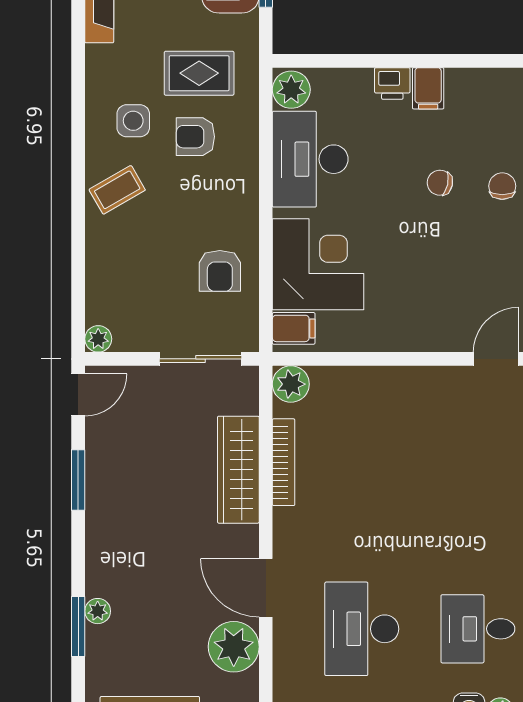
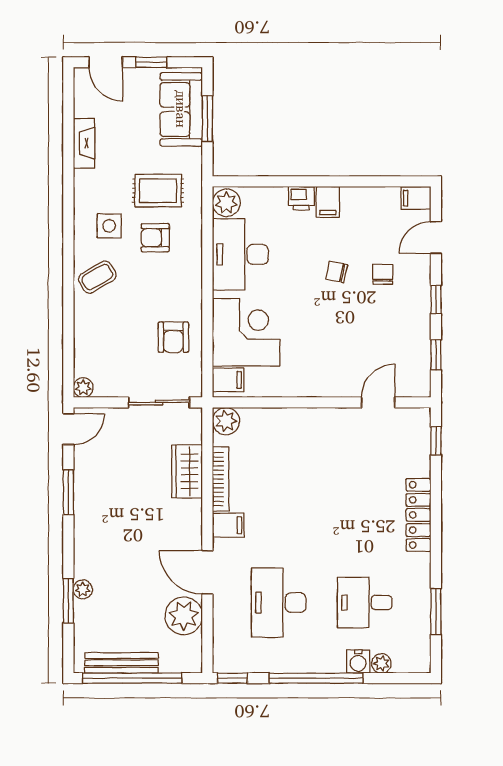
wardrobe: (238, 470) -> (187, 471), width x0.67
filing cabinet: (294, 524) -> (228, 525), added

